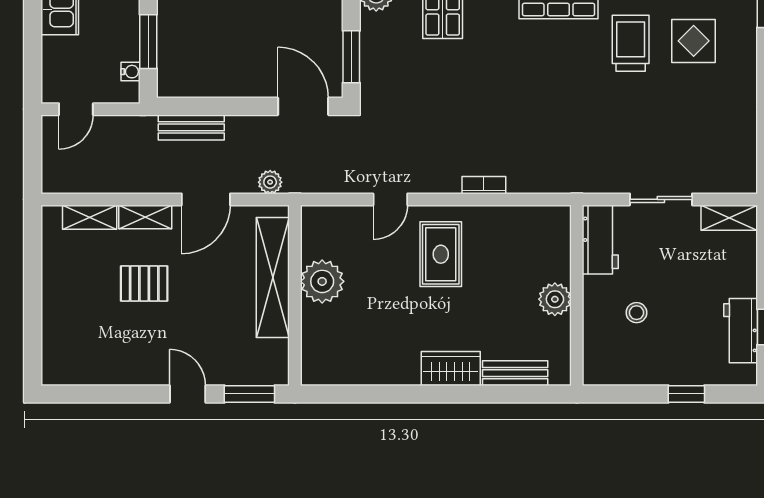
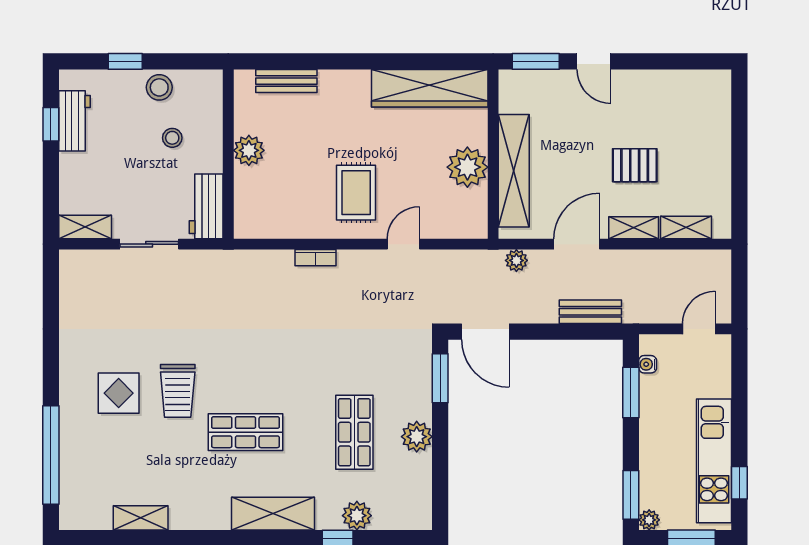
stool: (650, 366) -> (159, 87), added
wardrobe: (451, 368) -> (430, 88), moved, width x2.10, depth x1.17

